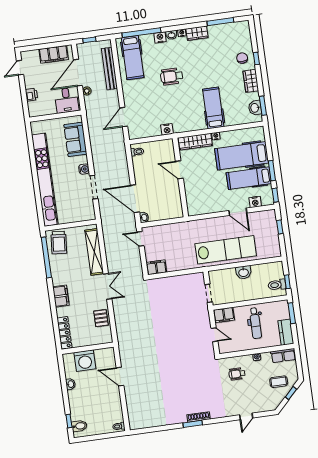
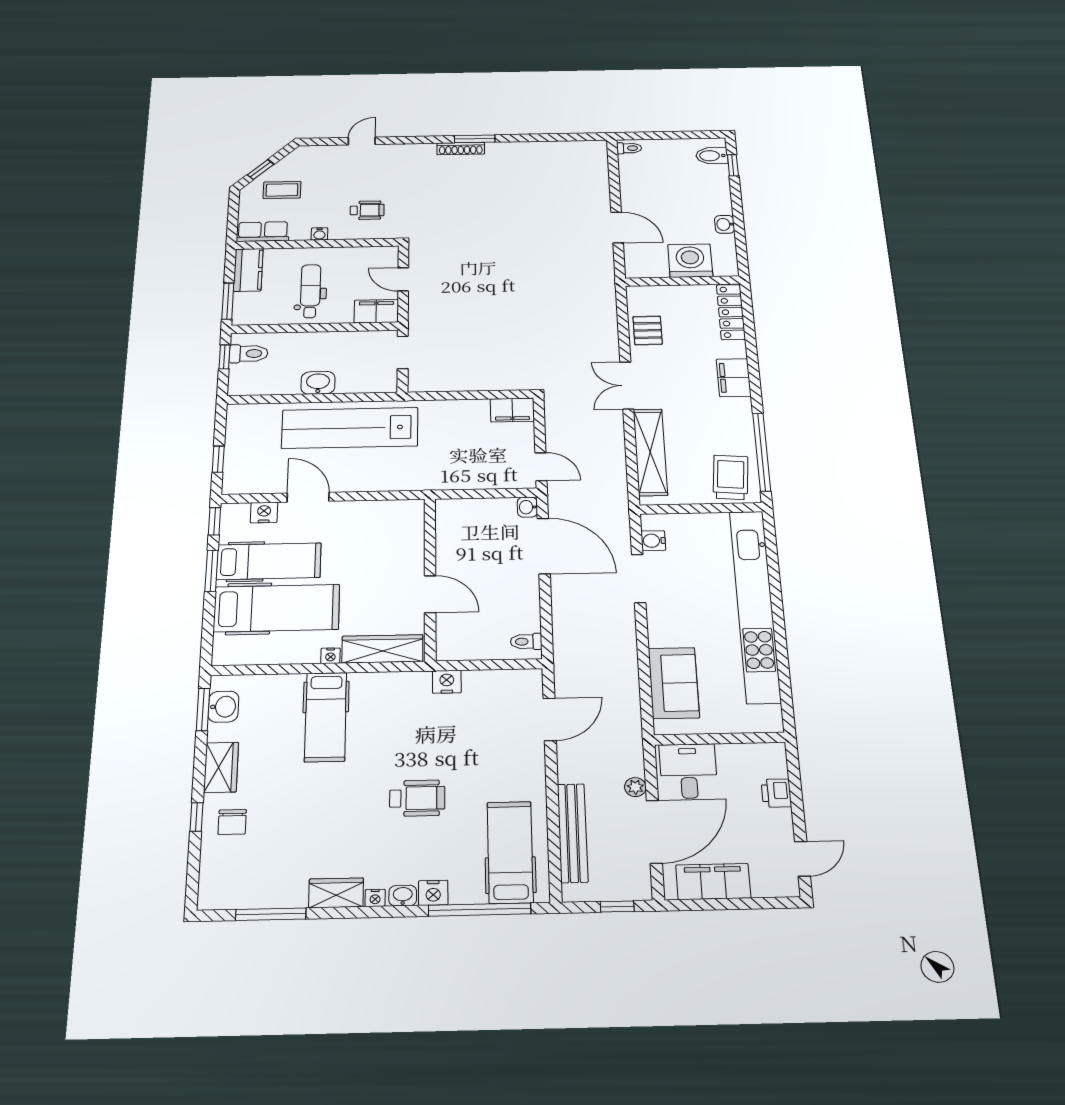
water cooler: (84, 169) -> (653, 541), moved

